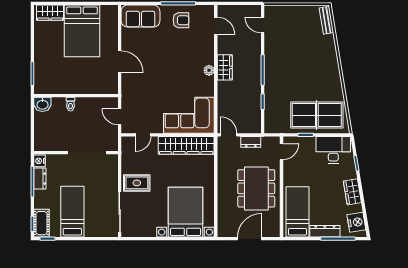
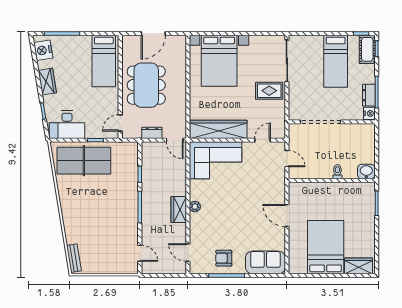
dresser: (325, 231) -> (76, 41), removed

